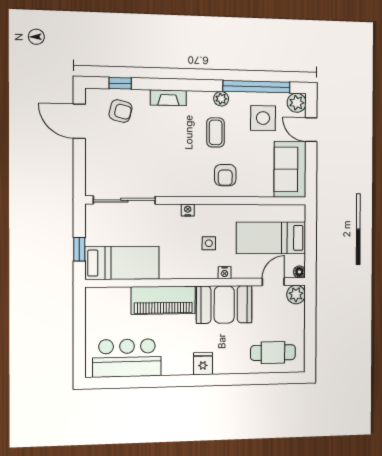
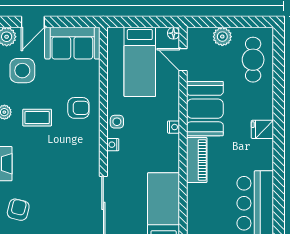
side table: (209, 243) -> (117, 122), moved
nightstand: (225, 273) -> (174, 127), moved
plant: (296, 295) -> (222, 37), moved
piano: (163, 300) -> (197, 160), width x0.73, depth x0.75

